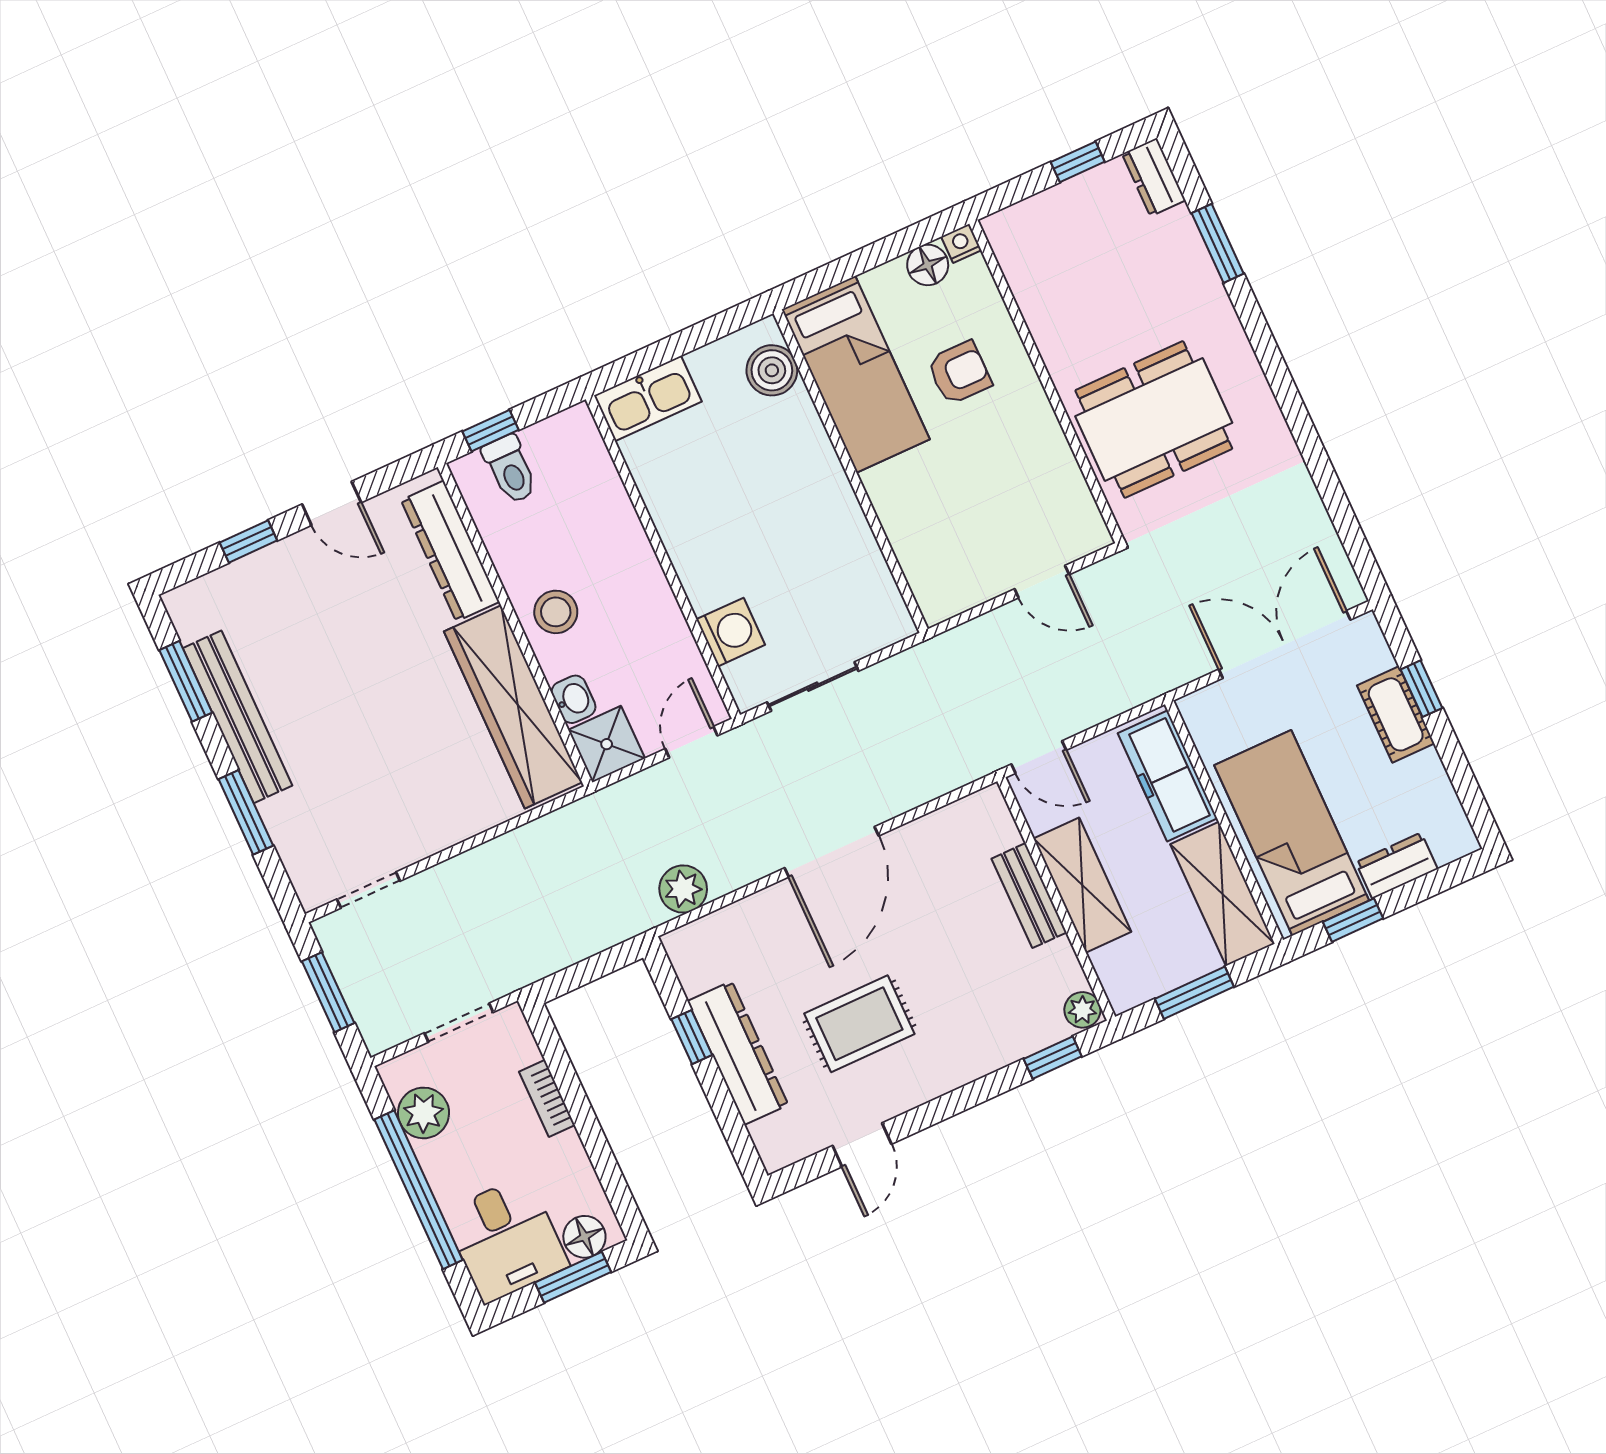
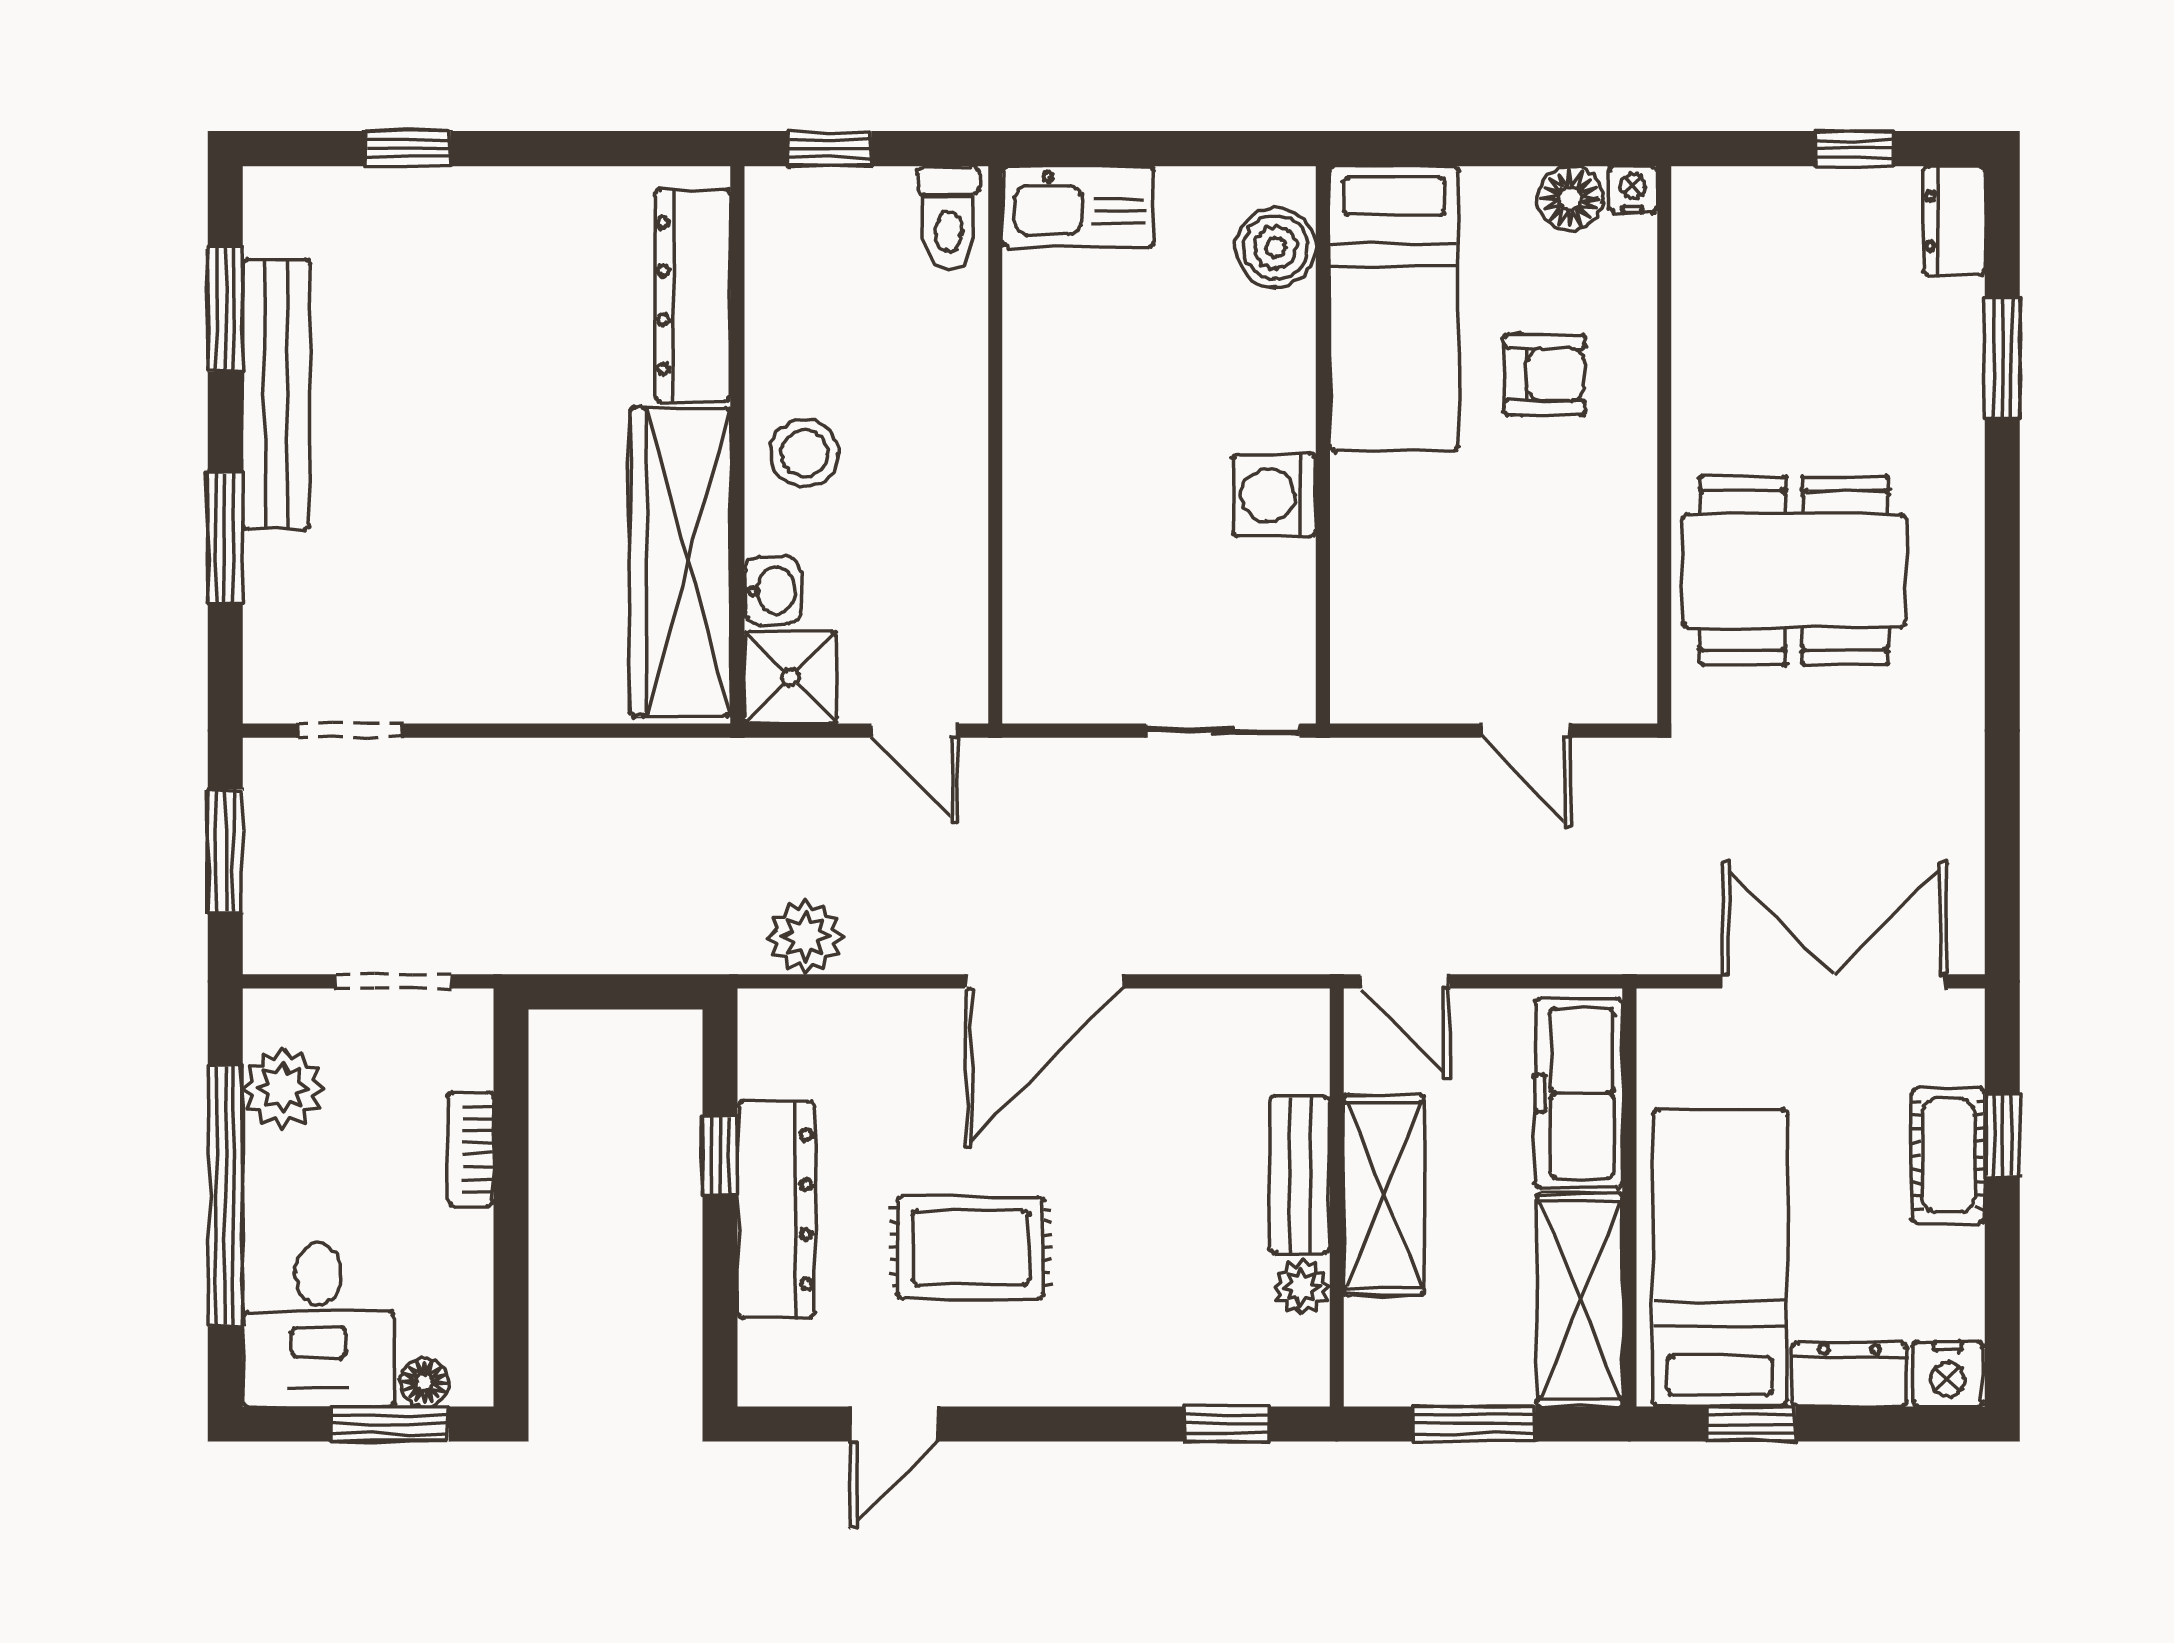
toilet: (510, 469) -> (949, 217), moved
door: (332, 503) -> (553, 149), removed
washing machine: (731, 632) -> (1275, 495), moved, turned 180
sliding door: (813, 687) -> (1223, 731), moved
door: (691, 742) -> (914, 731), swing flipped
nightstand: (1453, 840) -> (1948, 1374), added
plant: (1082, 1010) -> (1301, 1287), moved
floor lamp: (584, 1237) -> (424, 1382), width x0.73, depth x0.73

